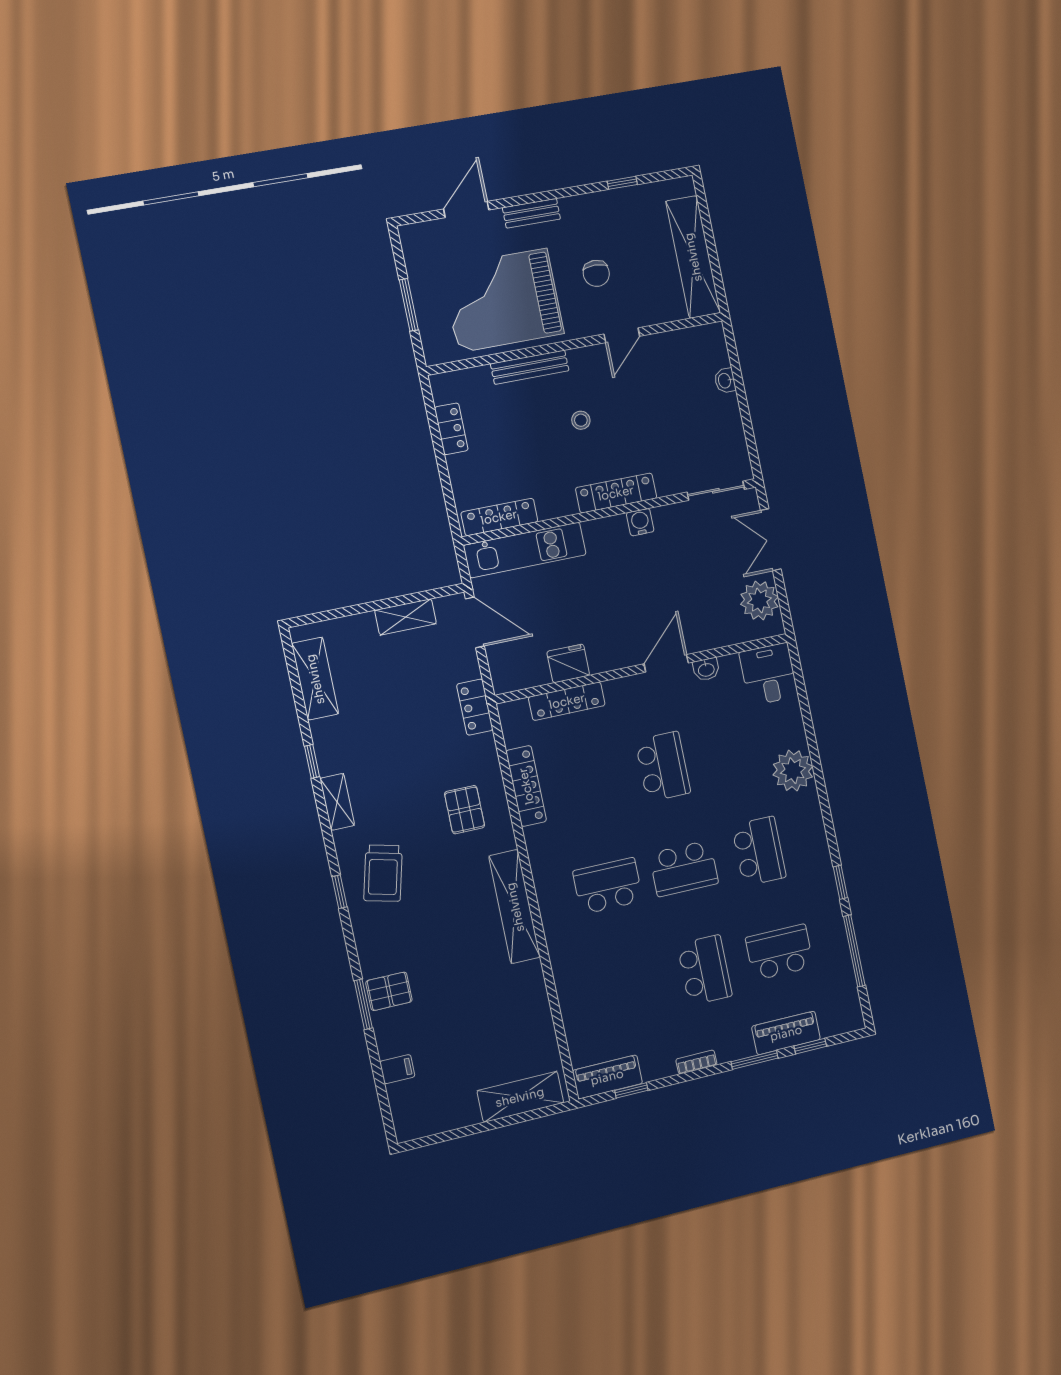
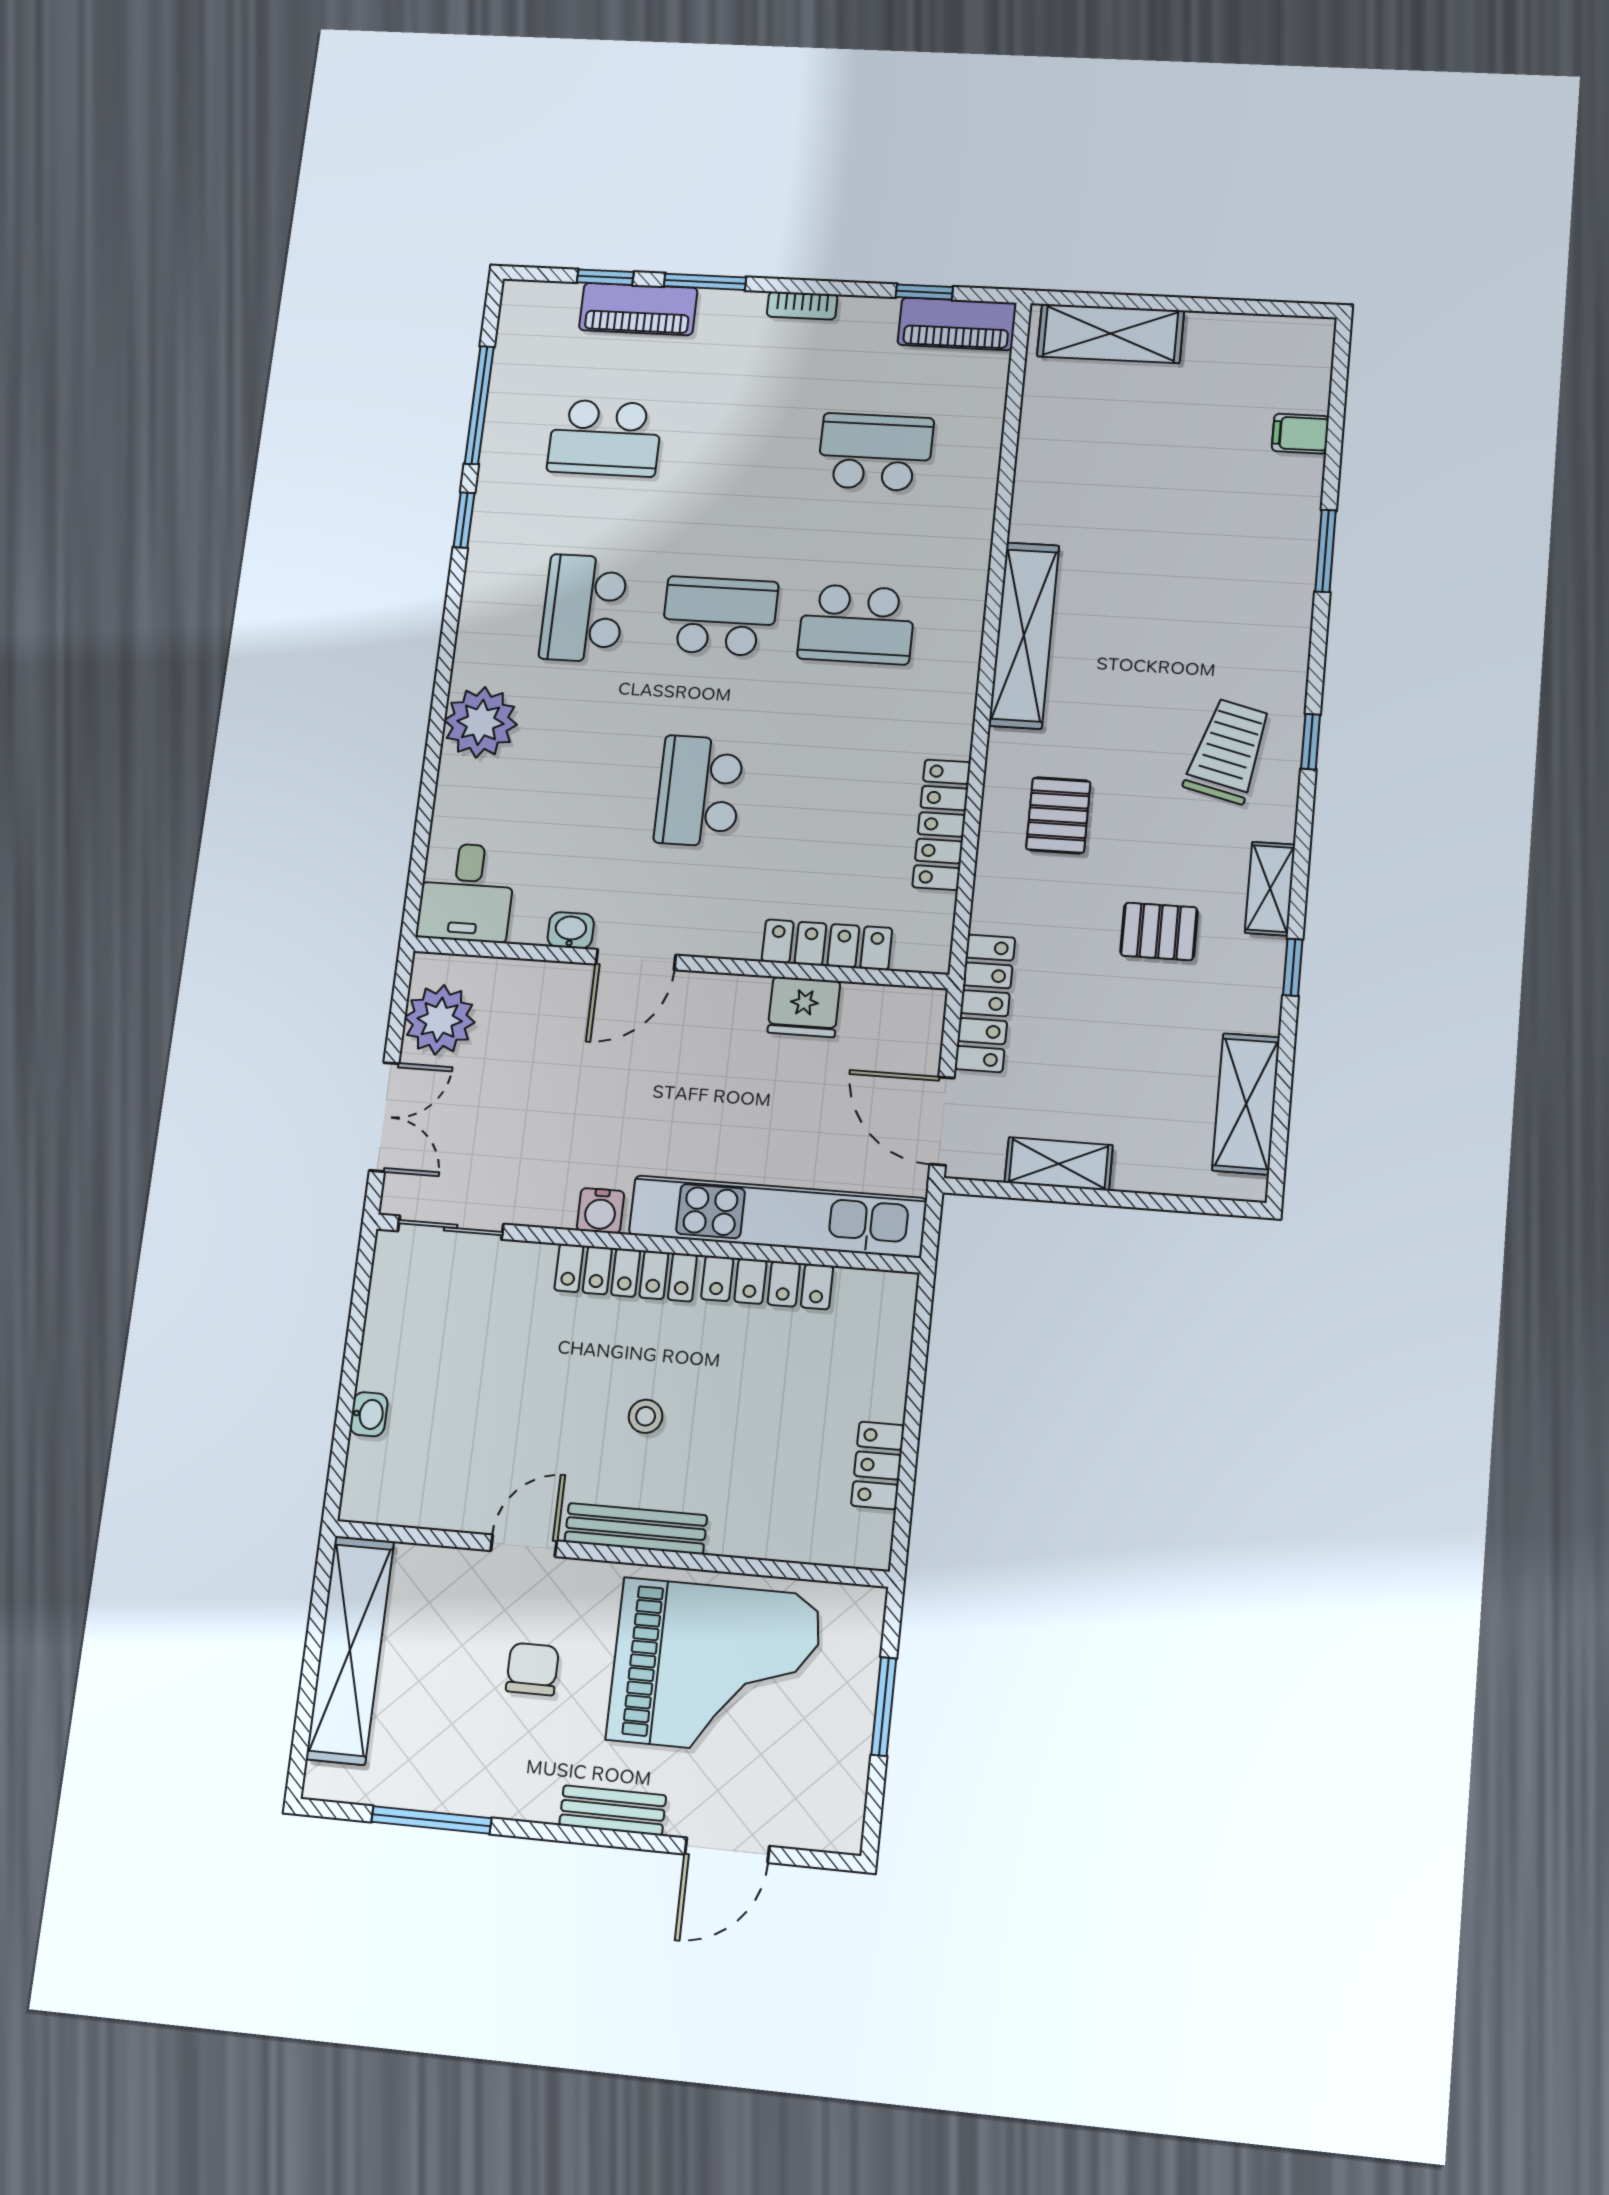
window: (622, 183) -> (431, 1820), width x2.17
bench: (530, 367) -> (636, 1529), moved
locker: (499, 517) -> (767, 1282), moved
kitchen unit: (525, 550) -> (777, 1216), width x1.36
locker: (475, 707) -> (985, 1003), width x1.53
school desk: (705, 970) -> (875, 452), moved, turned 90
pallet: (389, 991) -> (1159, 931), moved

